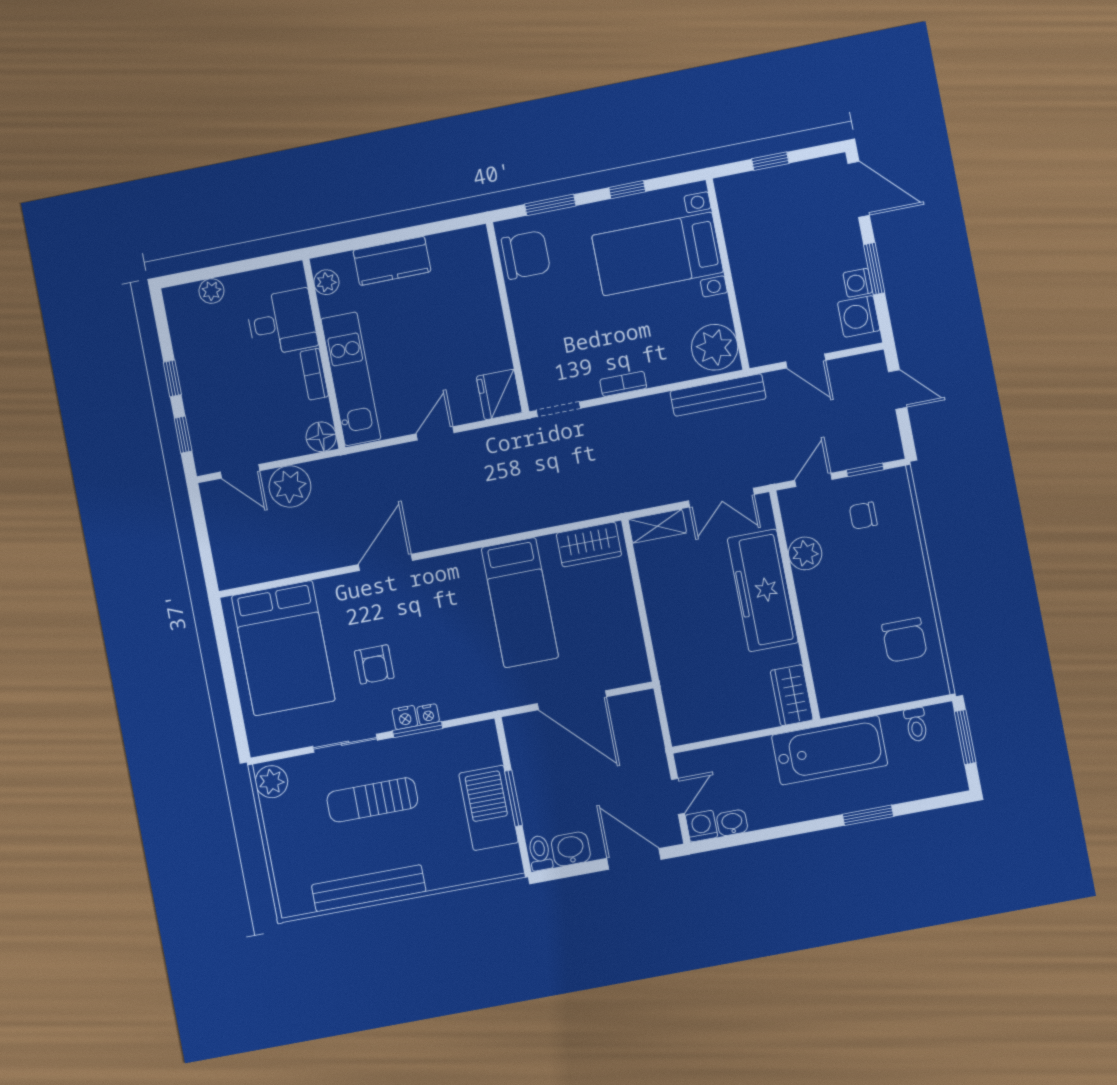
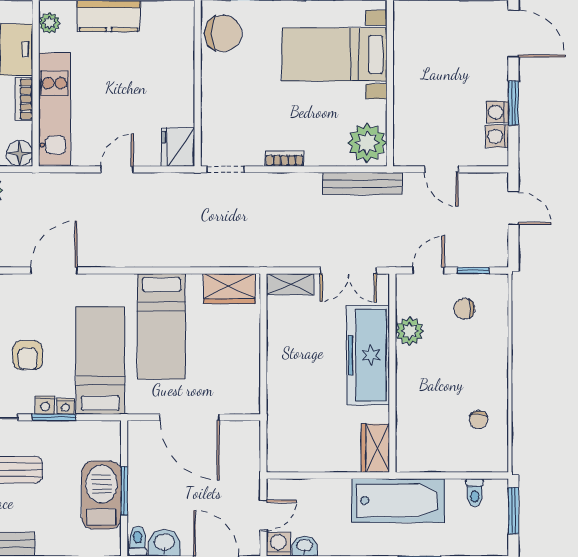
washing machine: (859, 316) -> (497, 136), width x0.73, depth x0.73
chair: (904, 640) -> (479, 420), width x0.54, depth x0.54
bed: (458, 655) -> (100, 360), added

